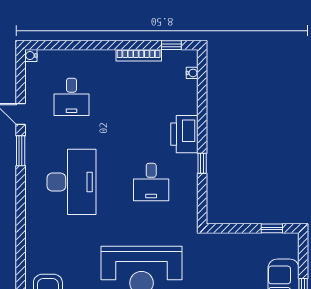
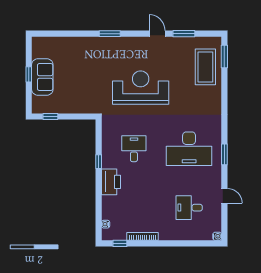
desk: (71, 97) -> (189, 208), turned -90
window: (21, 151) -> (224, 154), moved
desk: (71, 182) -> (189, 149), turned -90

